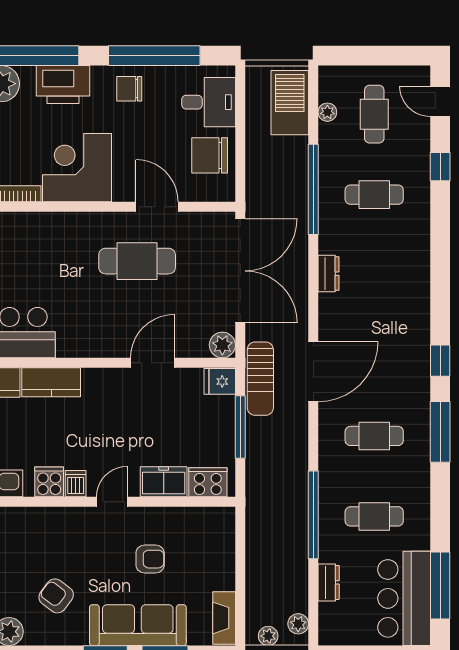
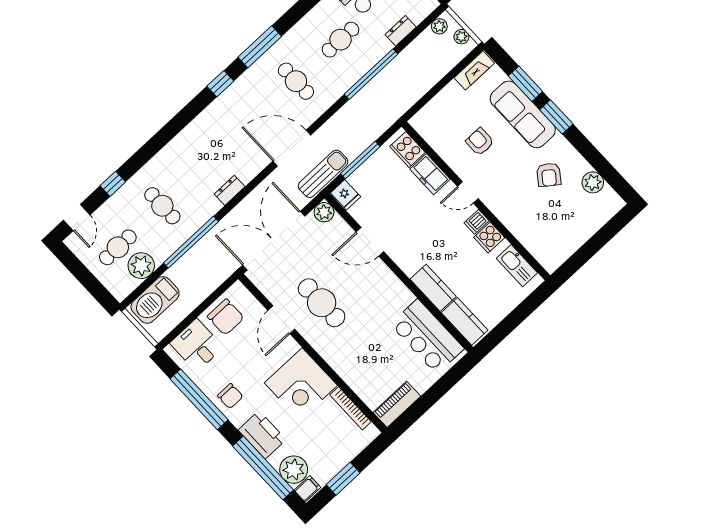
plant: (327, 112) -> (141, 266), width x1.88, depth x1.88
cafe table: (374, 516) -> (341, 40), turned 90

